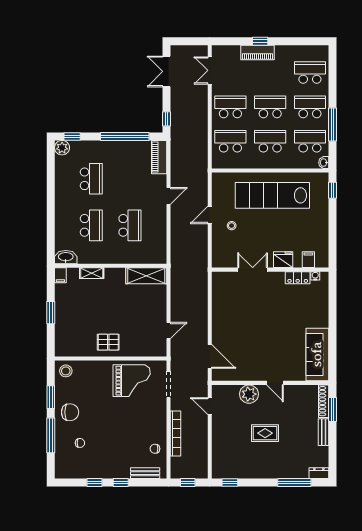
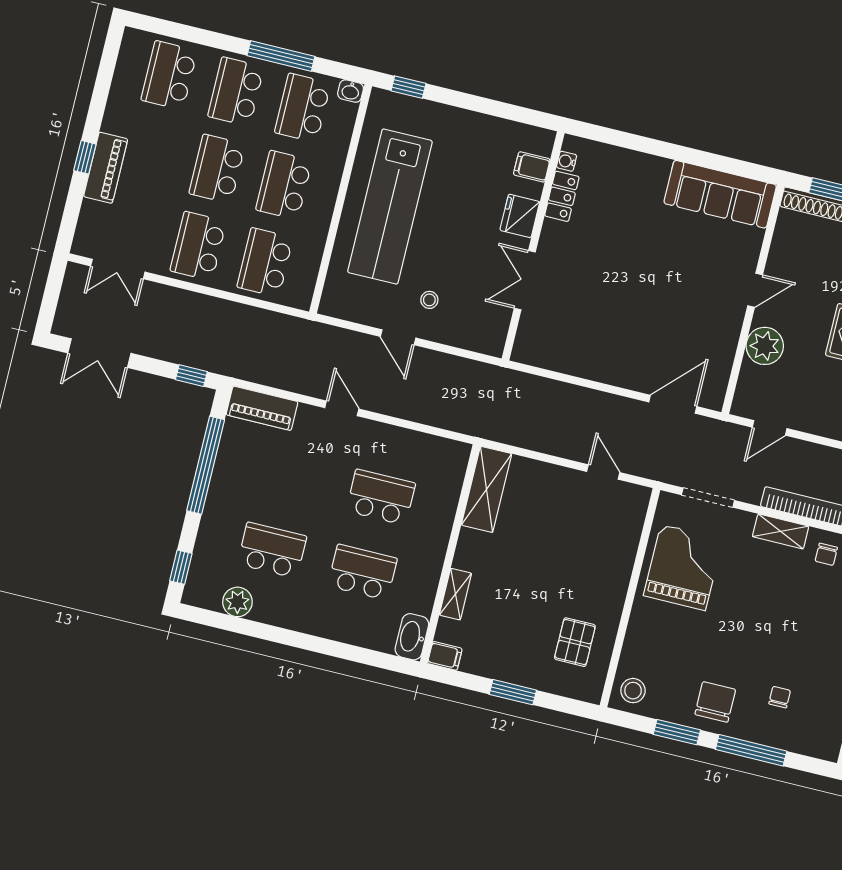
plant: (62, 148) -> (237, 602), moved
pallet: (108, 342) -> (575, 642), moved
shelving: (161, 424) -> (781, 531), added

